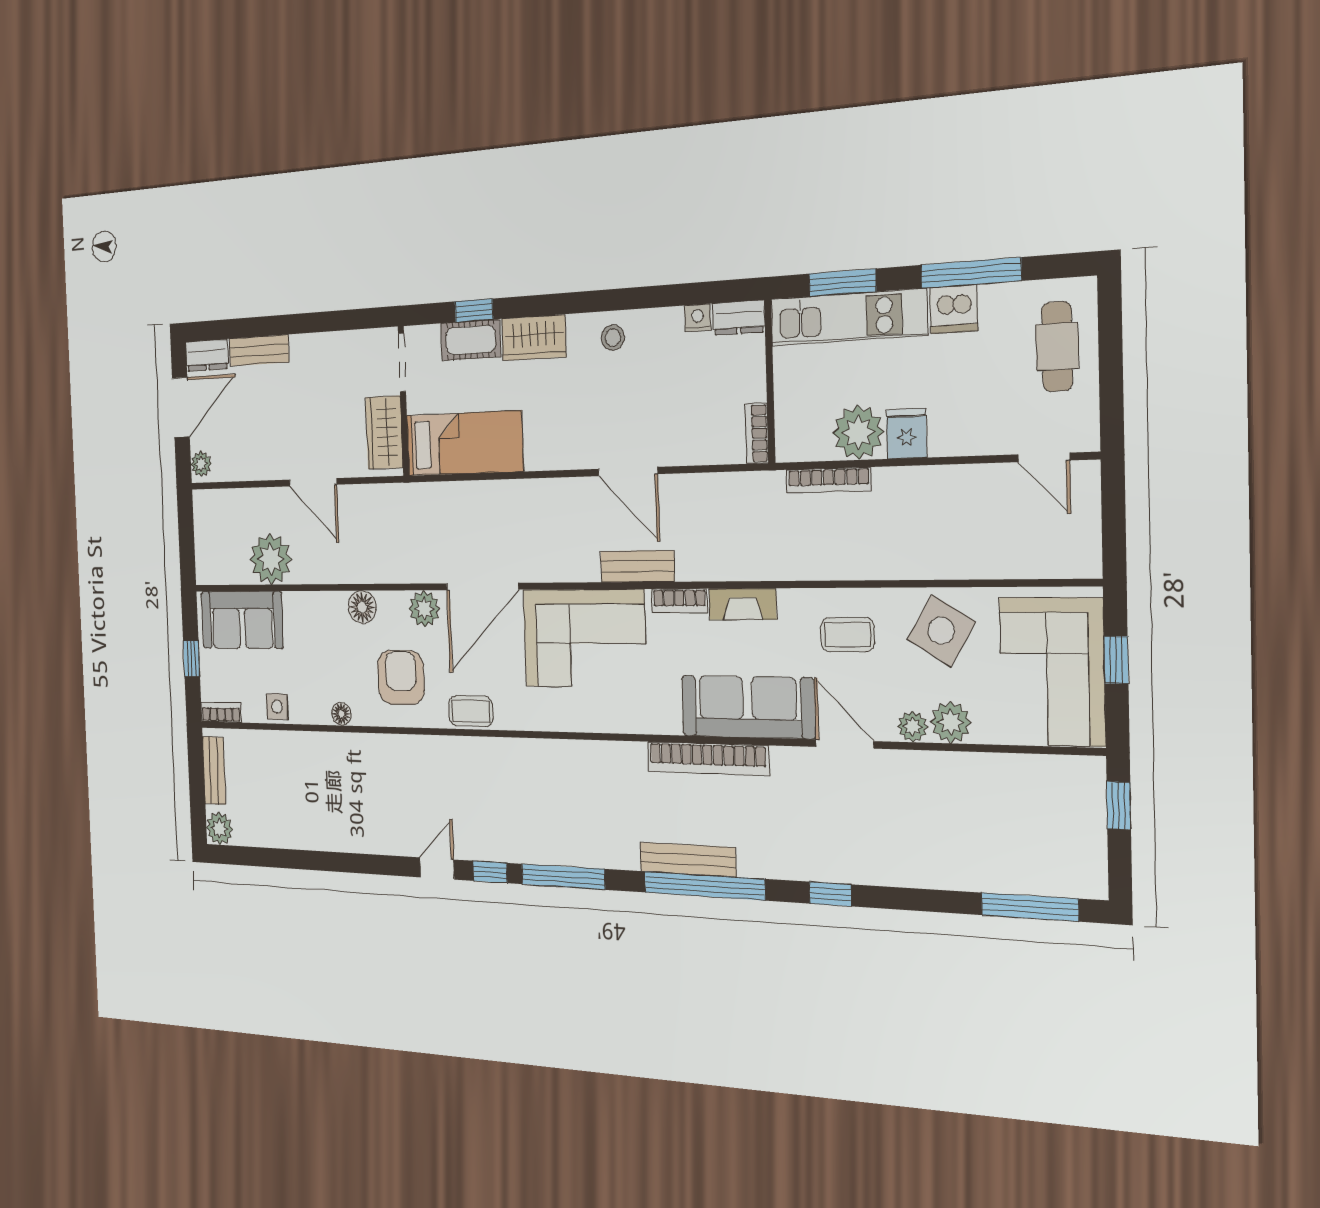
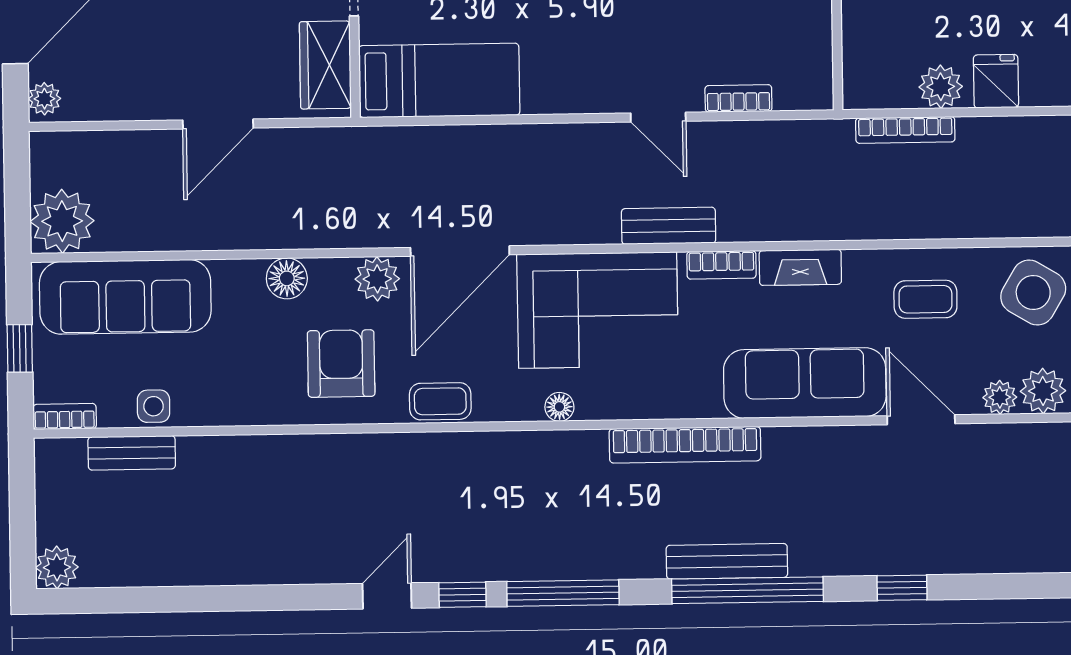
plant: (858, 432) -> (941, 87), width x0.73, depth x0.73
bookcase: (757, 433) -> (738, 98), moved, turned 90
door: (628, 472) -> (658, 117), width x0.73
door: (313, 482) -> (218, 124), hinge flipped
plant: (271, 559) -> (62, 221), moved
sofa: (242, 620) -> (125, 297), width x1.36
floor lamp: (341, 714) -> (559, 407), moved
bookcase: (708, 758) -> (685, 445), moved
bench: (214, 771) -> (132, 453), moved, turned 90

